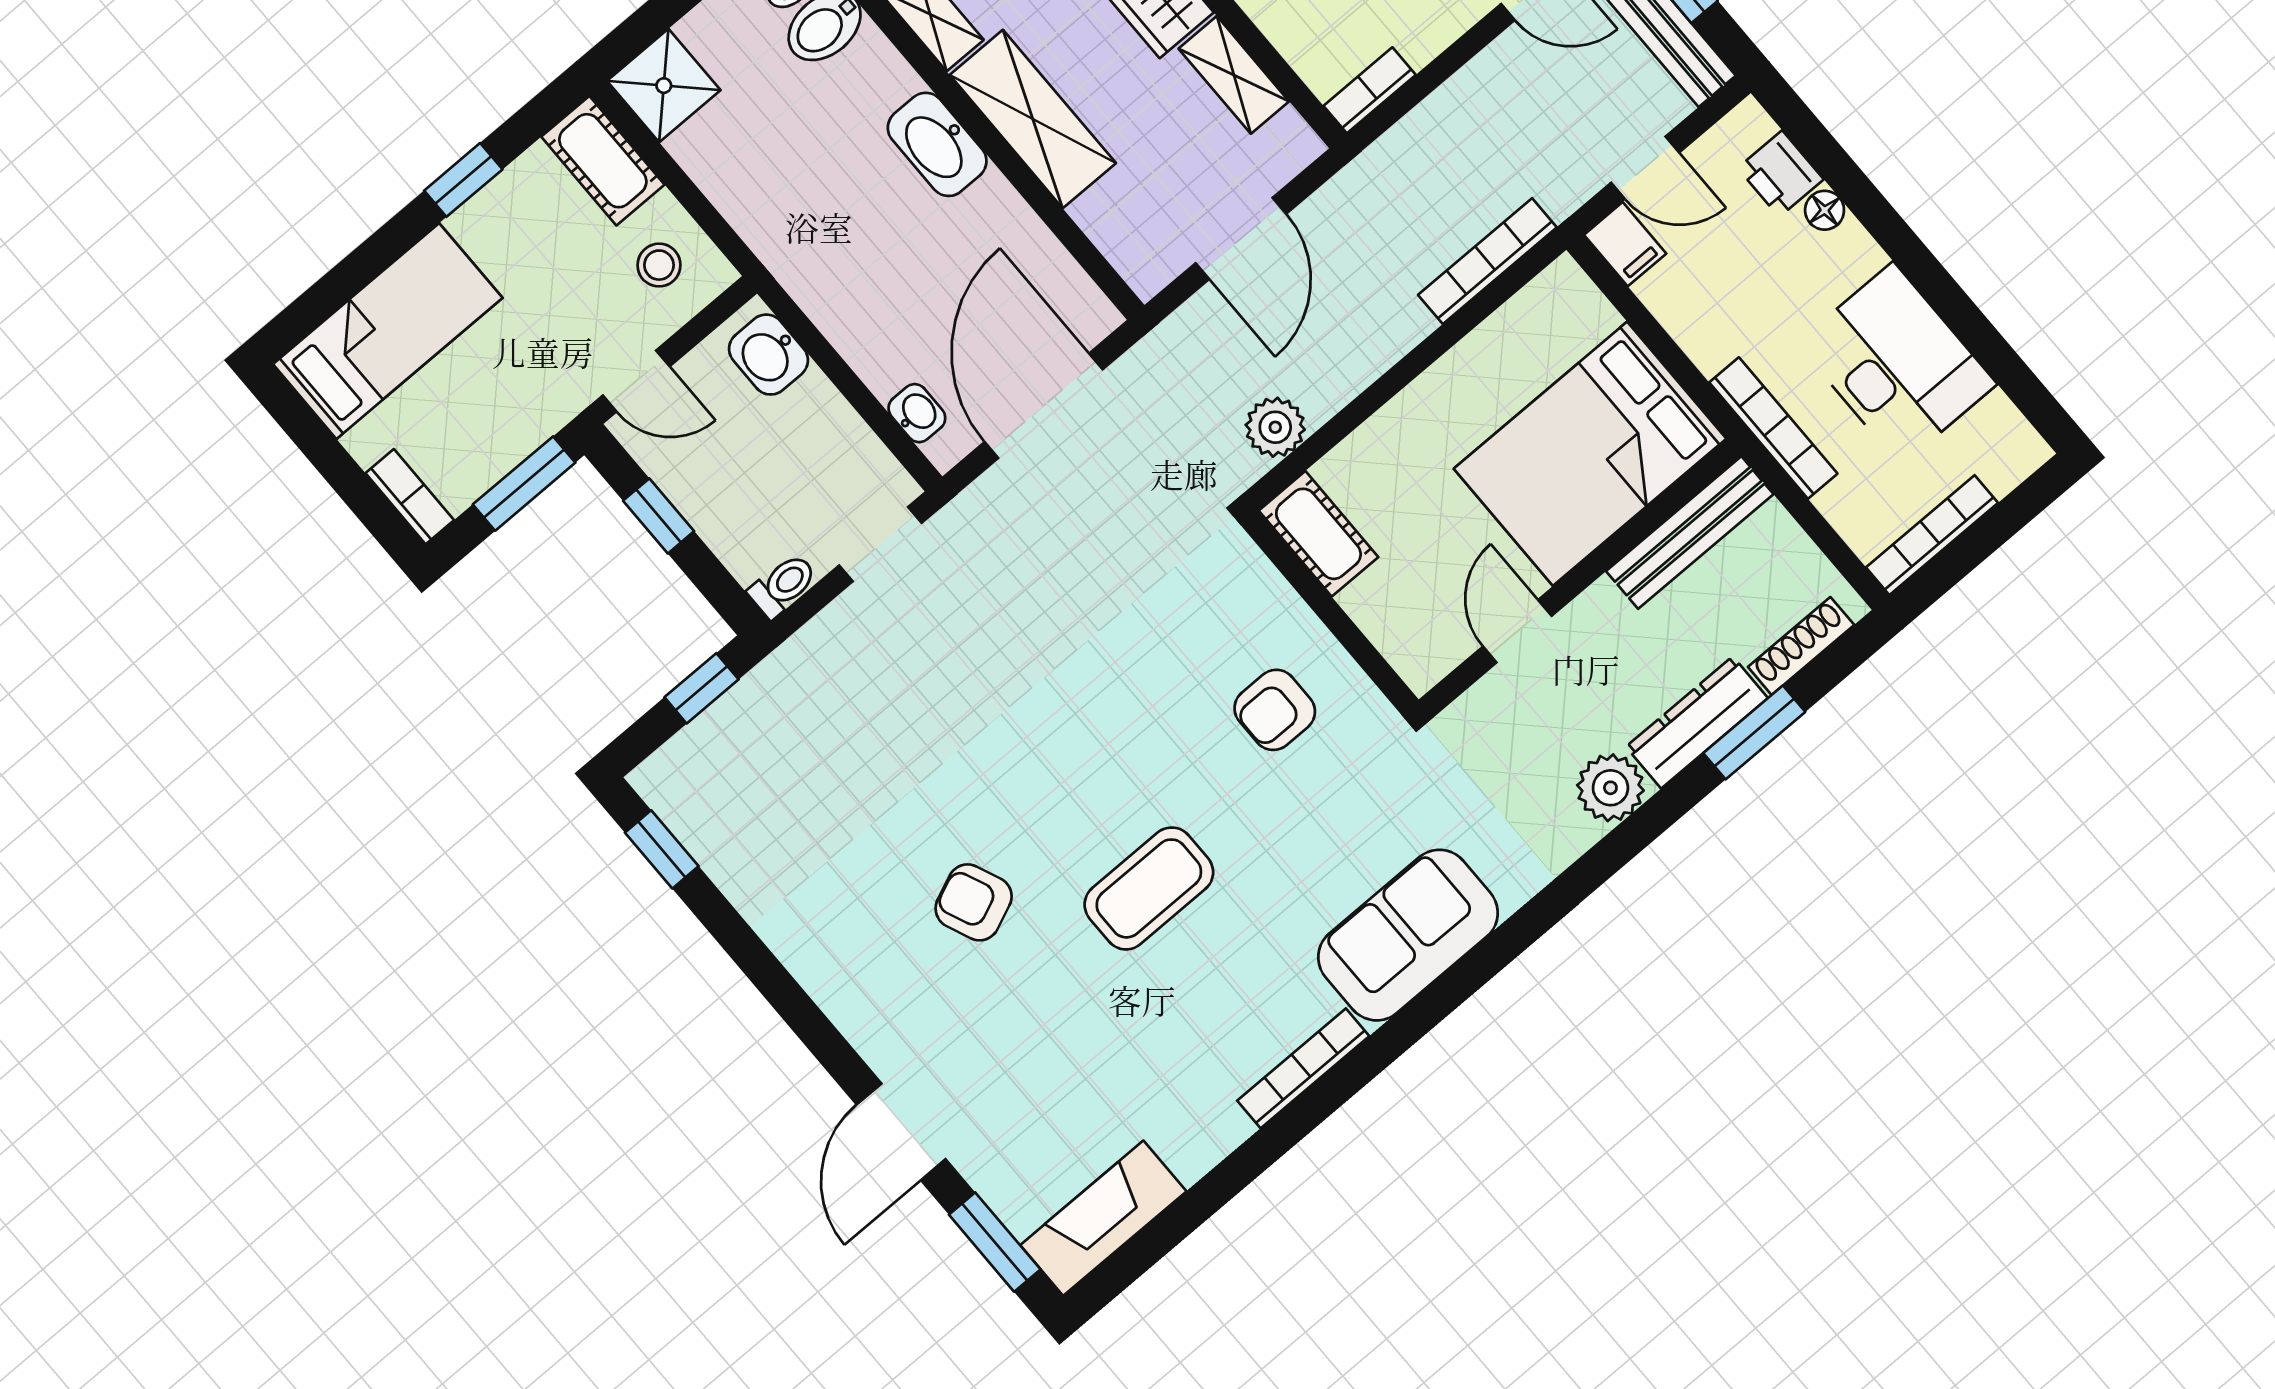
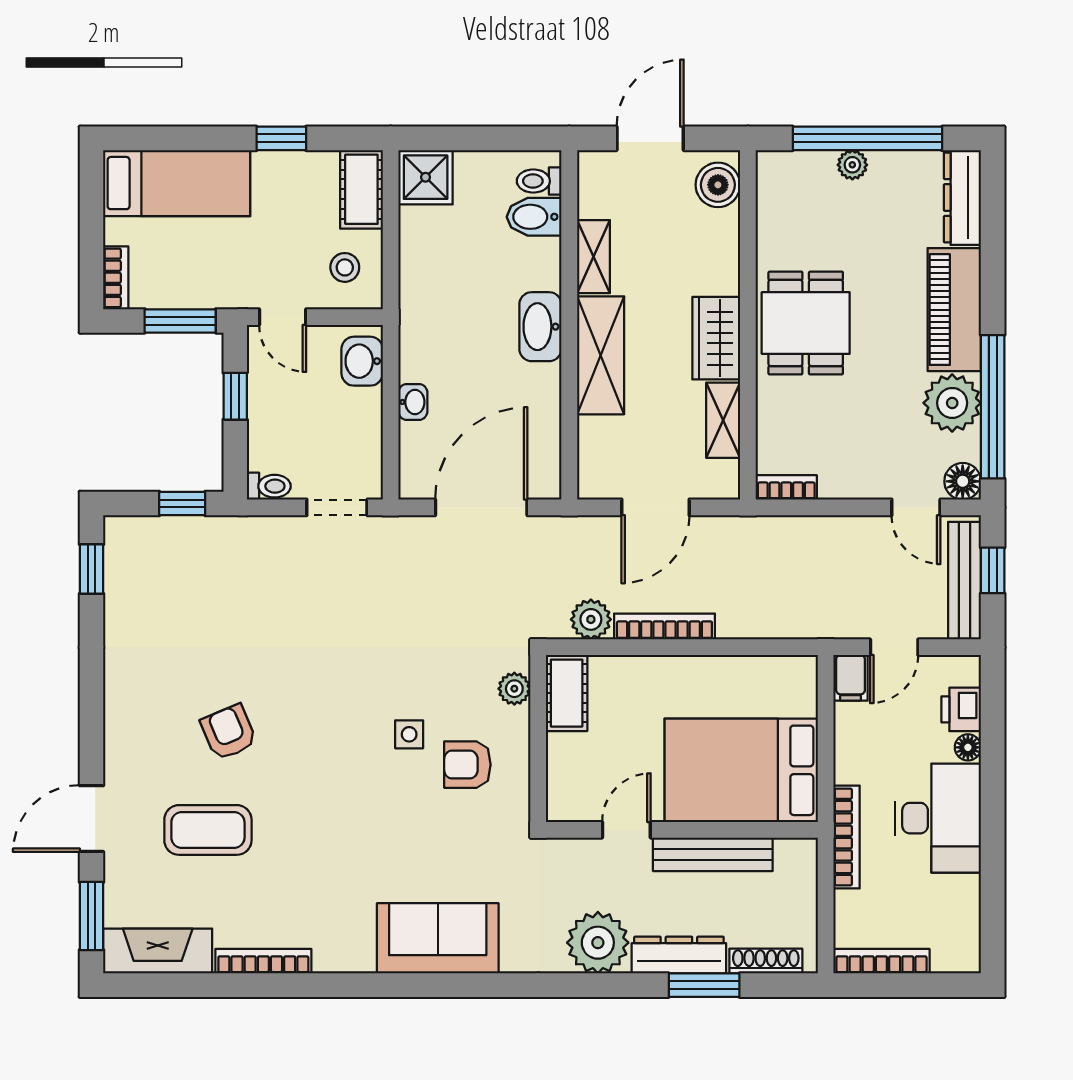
door: (1645, 168) -> (894, 647), hinge flipped
bookcase: (1487, 261) -> (664, 627), moved
desk: (1897, 364) -> (938, 818), moved
washbasin: (917, 413) -> (413, 402), moved
bench: (1690, 533) -> (713, 854), moved
plant: (1255, 579) -> (514, 689), added
side table: (1180, 732) -> (409, 734), added
plant: (1610, 788) -> (598, 943), width x1.36, depth x1.36
coffee table: (1149, 888) -> (208, 830), moved
bookcase: (1303, 1068) -> (263, 961), moved

